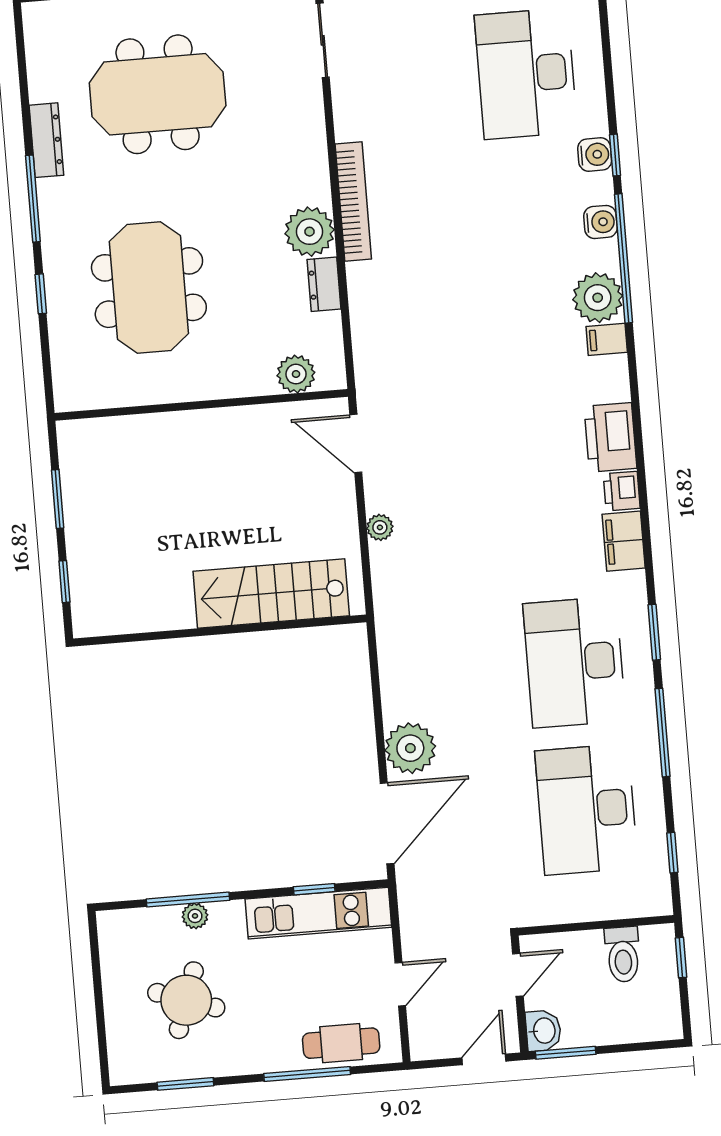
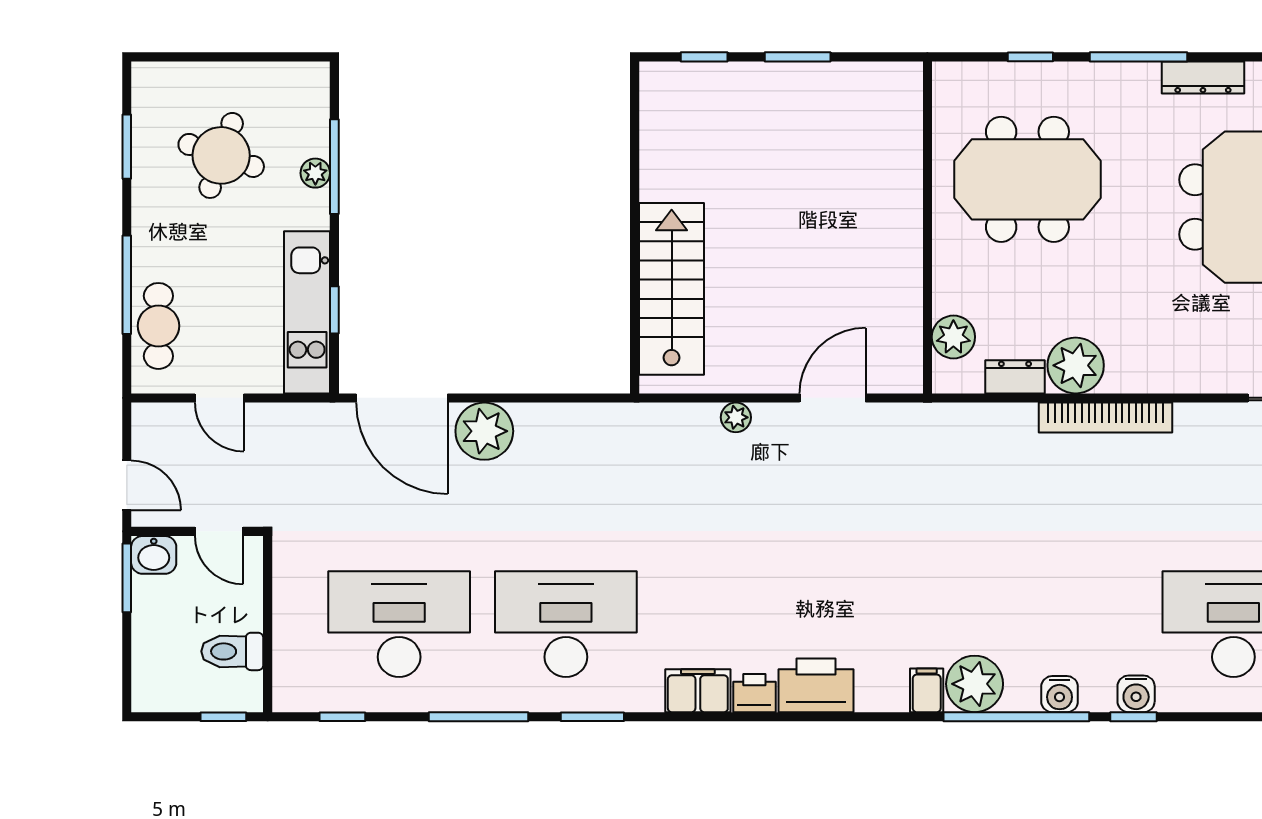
plant: (296, 374) -> (953, 337), moved
wall: (201, 405) -> (927, 227), moved

